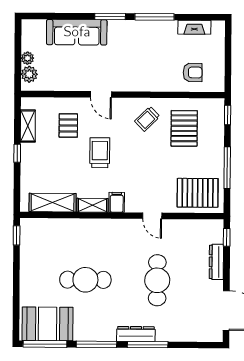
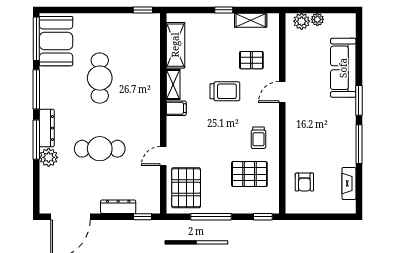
trolley: (147, 119) -> (258, 138), turned -136
door: (152, 216) -> (163, 156), moved
plant: (166, 332) -> (49, 157), added

